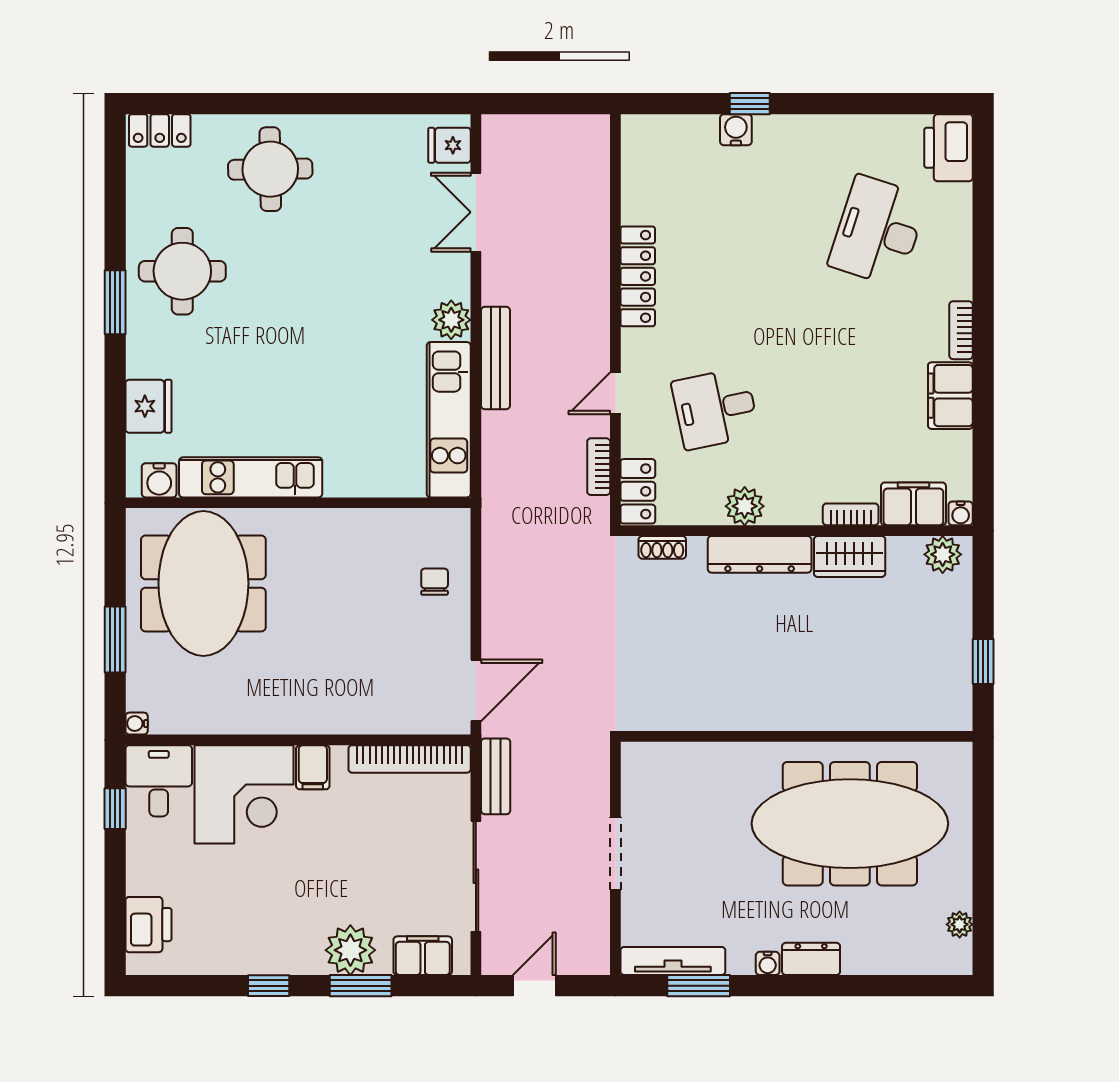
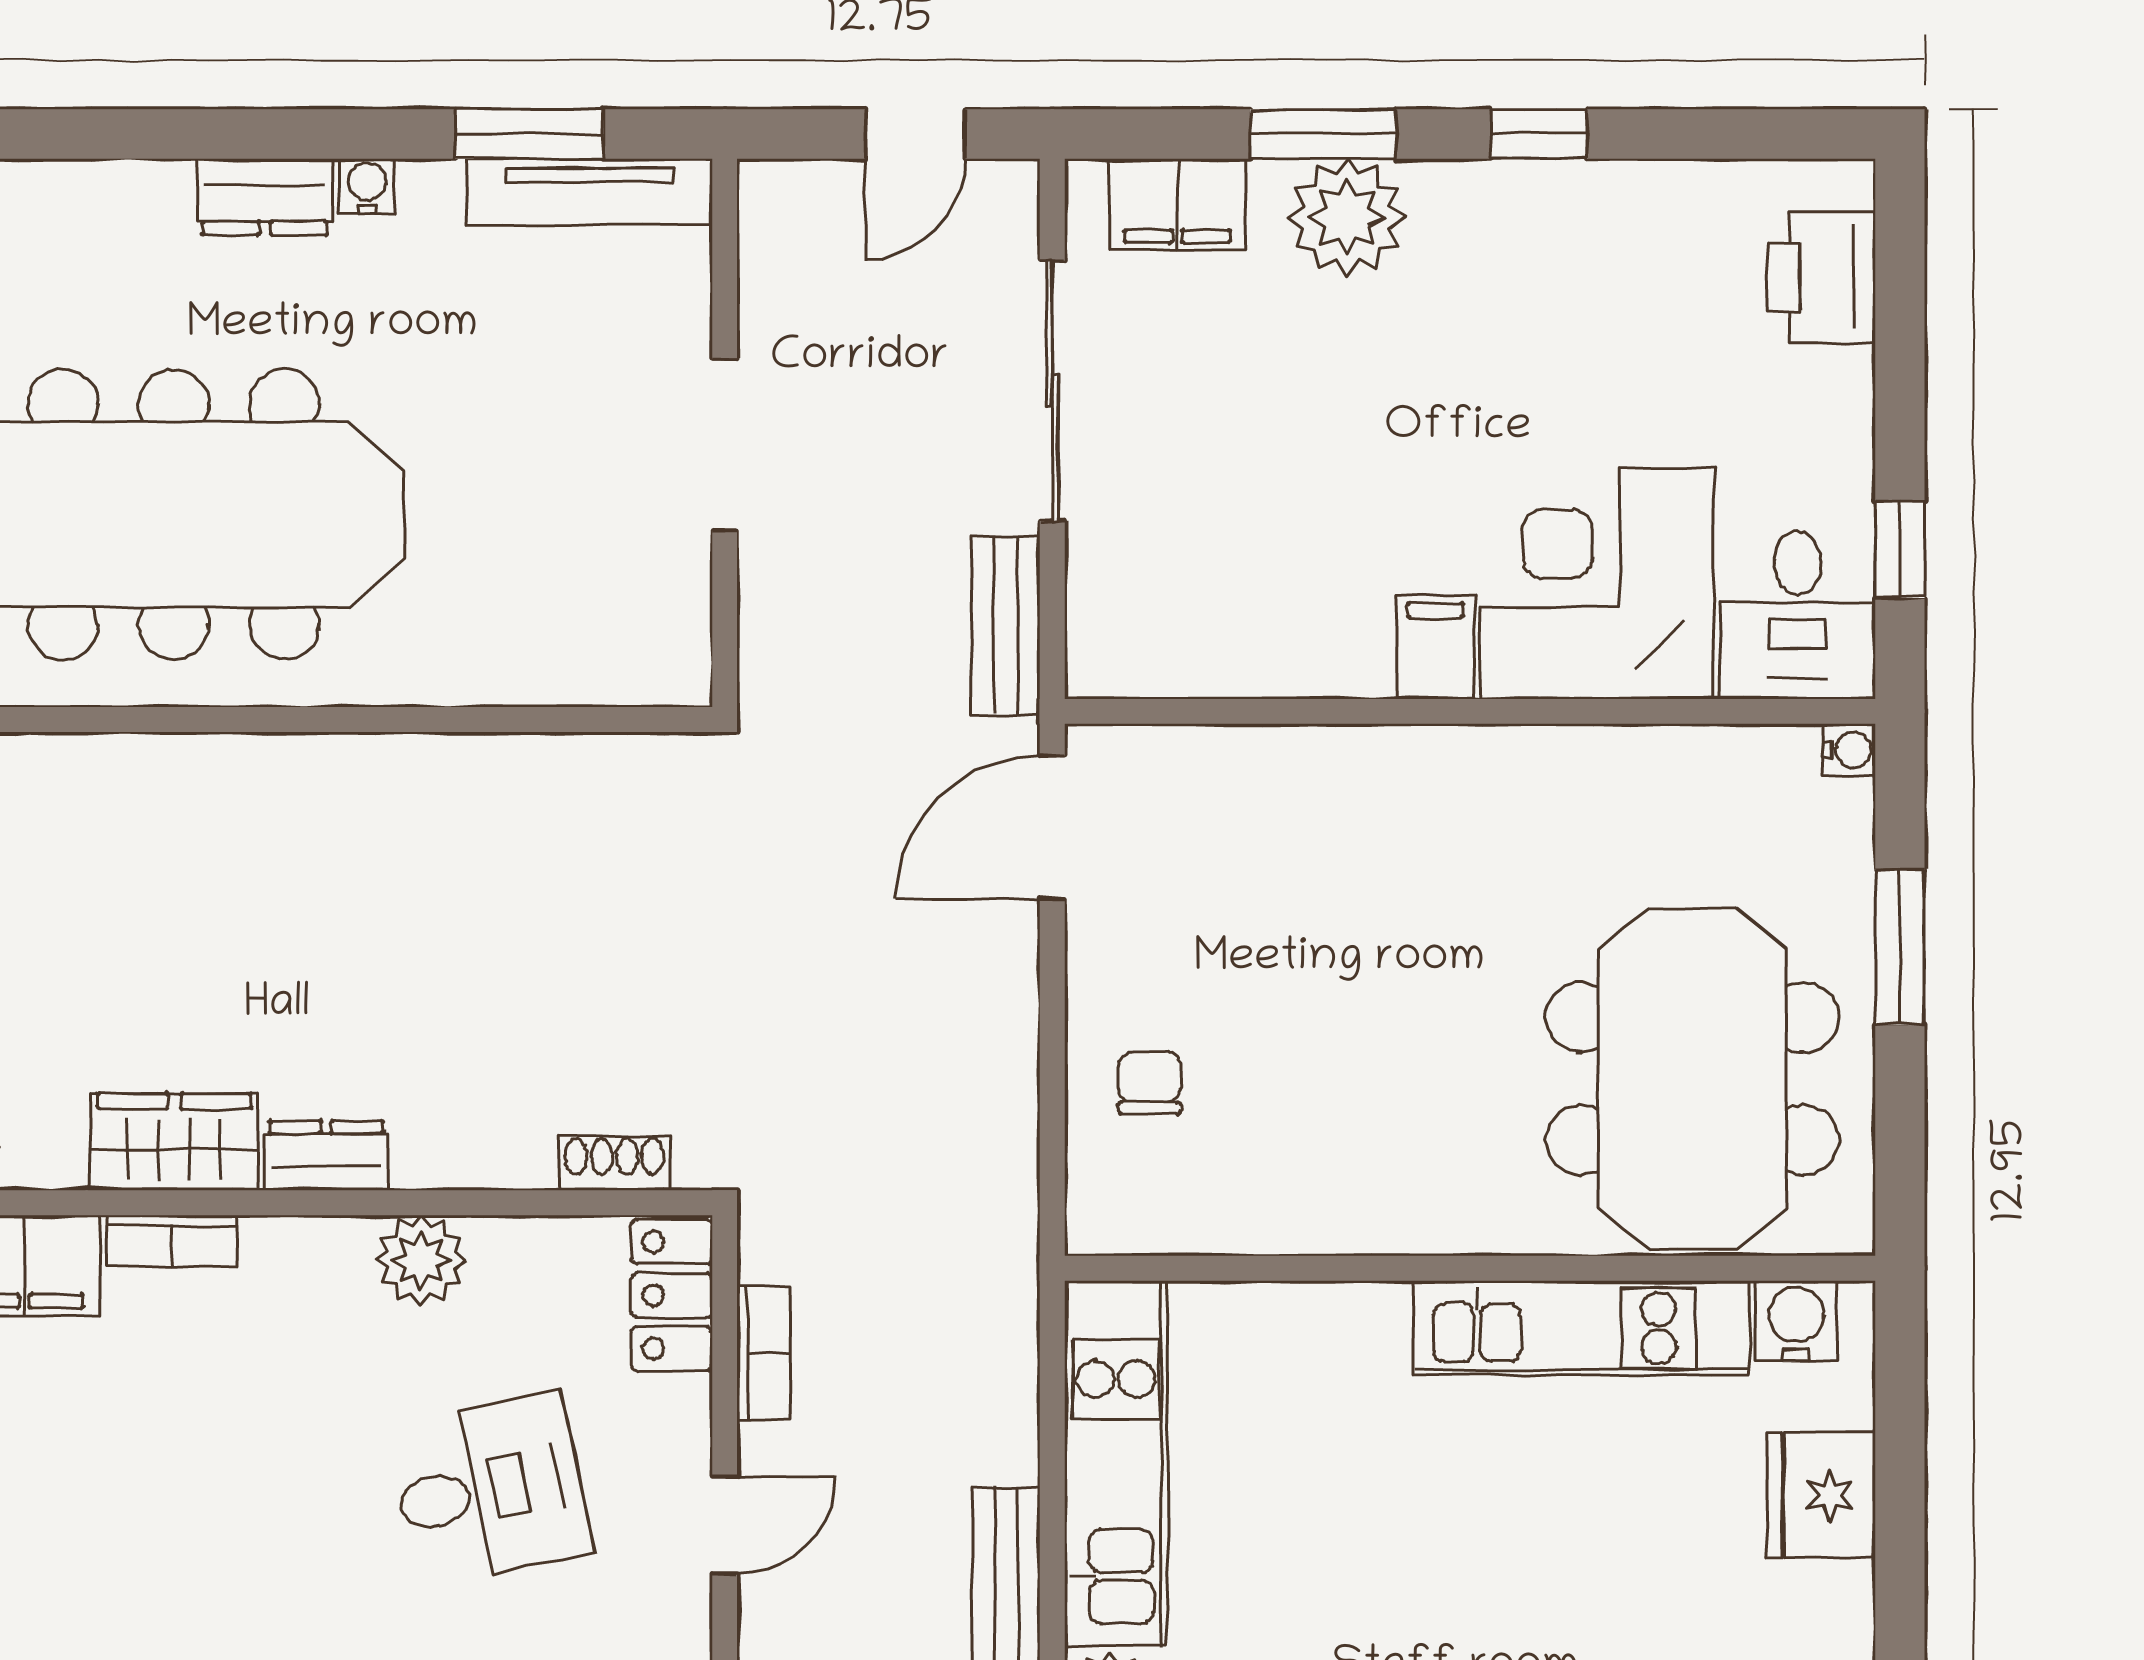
dresser: (760, 554) -> (326, 1156), width x0.51, depth x0.80
chair: (435, 582) -> (1149, 1083), turned 180
bookcase: (410, 759) -> (1208, 666), removed

